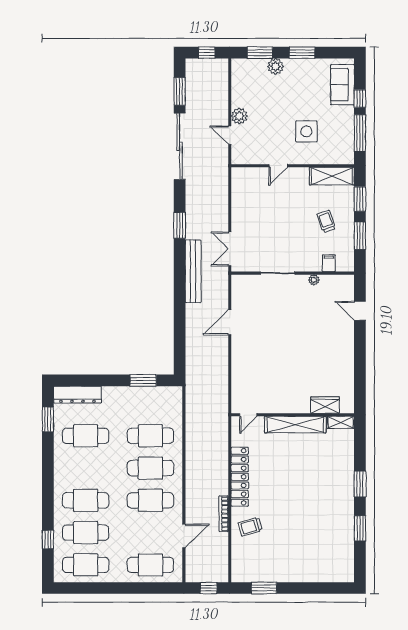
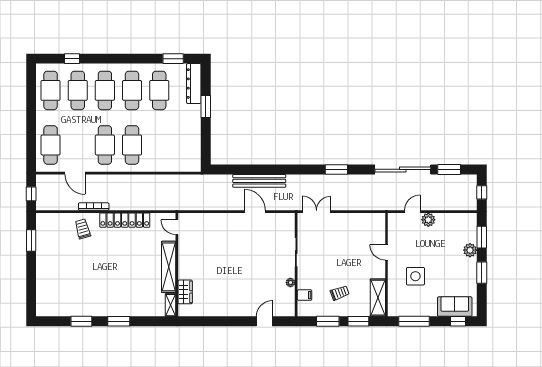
window: (360, 99) -> (458, 321), moved
bench: (193, 271) -> (259, 181), moved
window: (143, 380) -> (206, 106), moved
cafe table: (150, 436) -> (132, 90), moved

